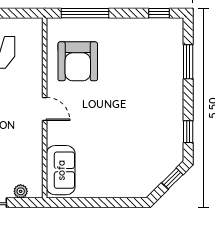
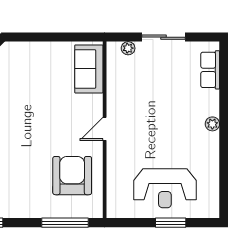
door: (45, 109) -> (105, 129), hinge flipped

